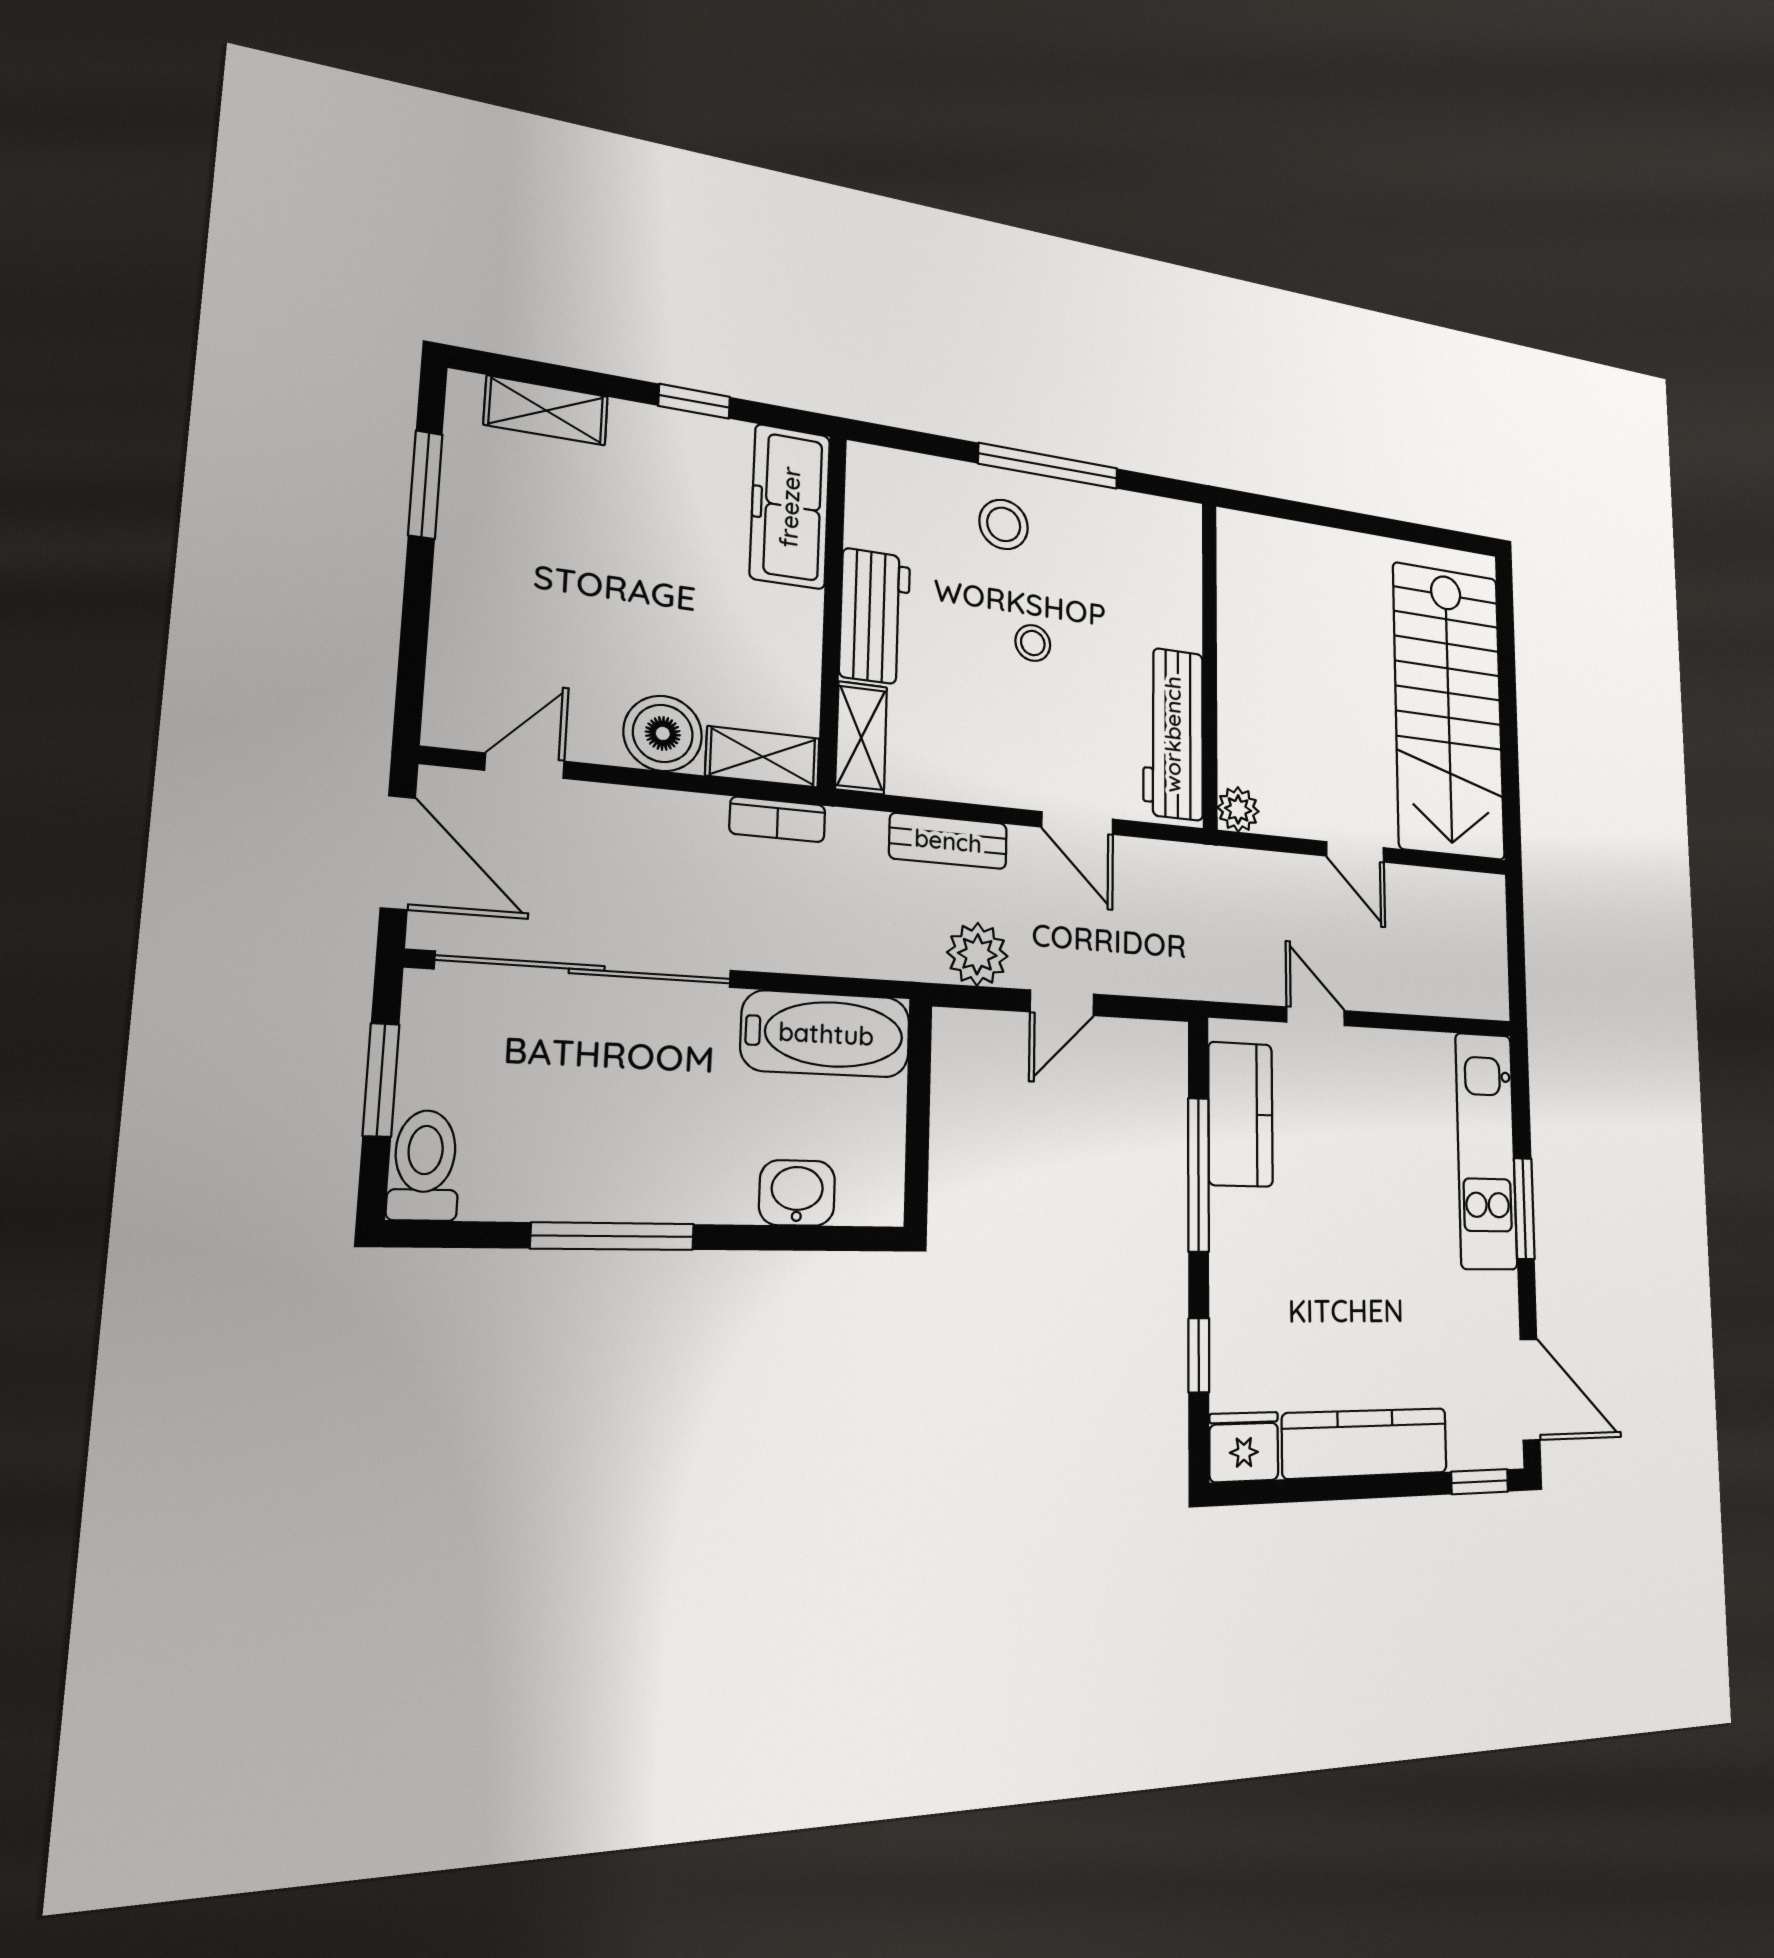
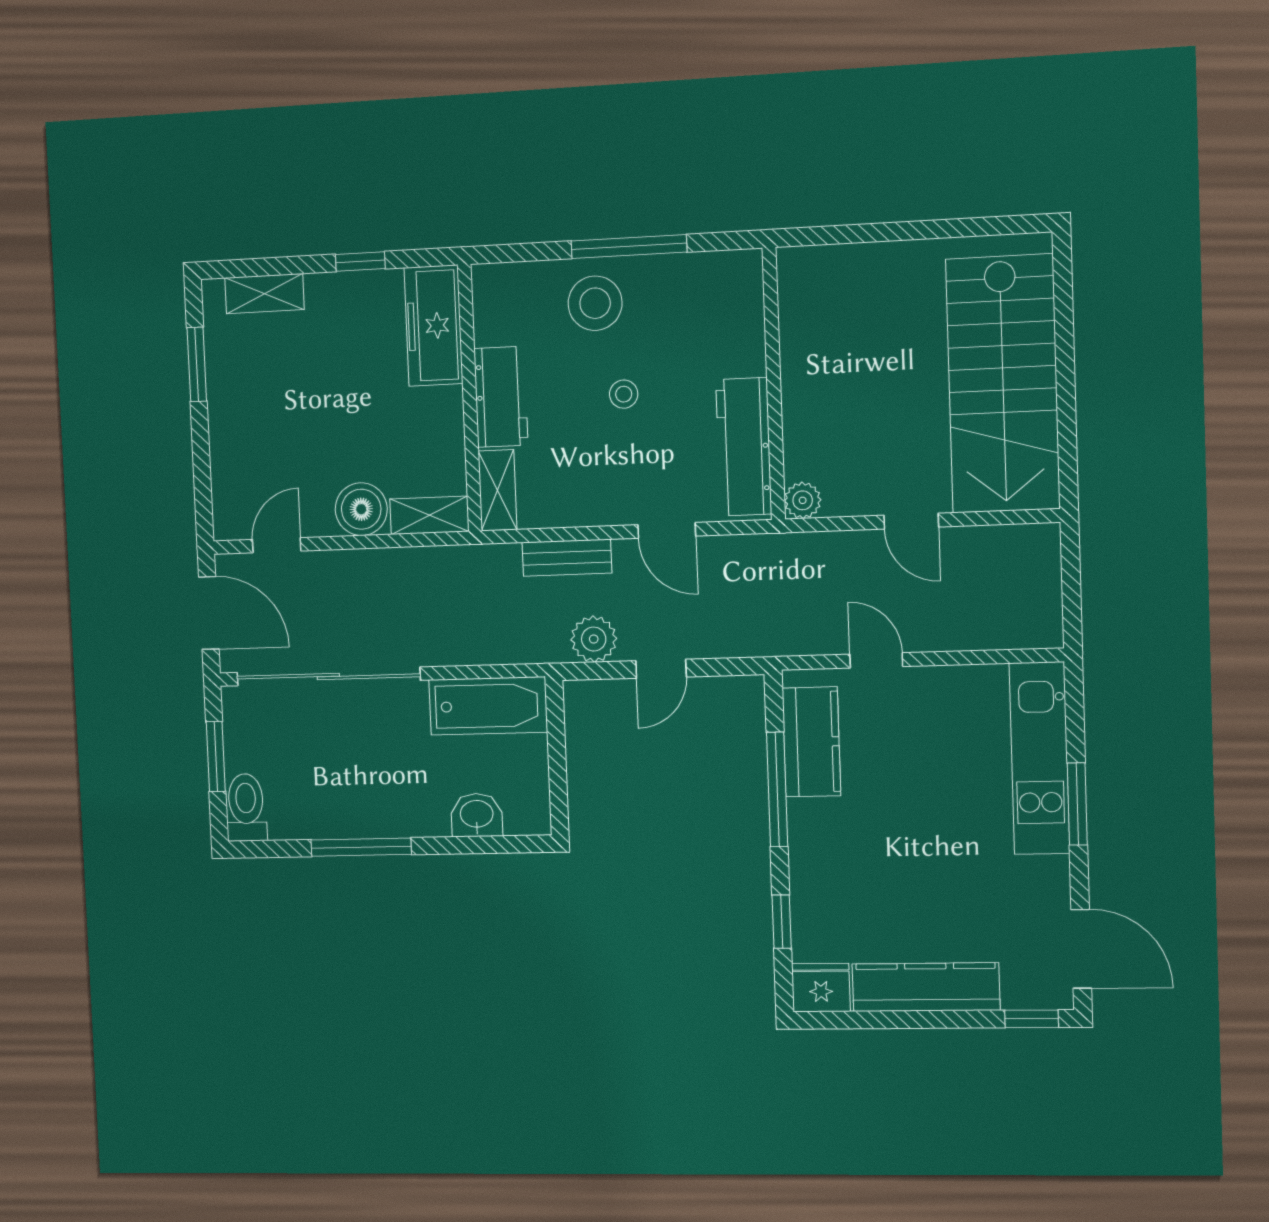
stool: (1004, 524) -> (595, 303), width x1.38, depth x1.38
bookcase: (778, 819) -> (443, 559), removed

